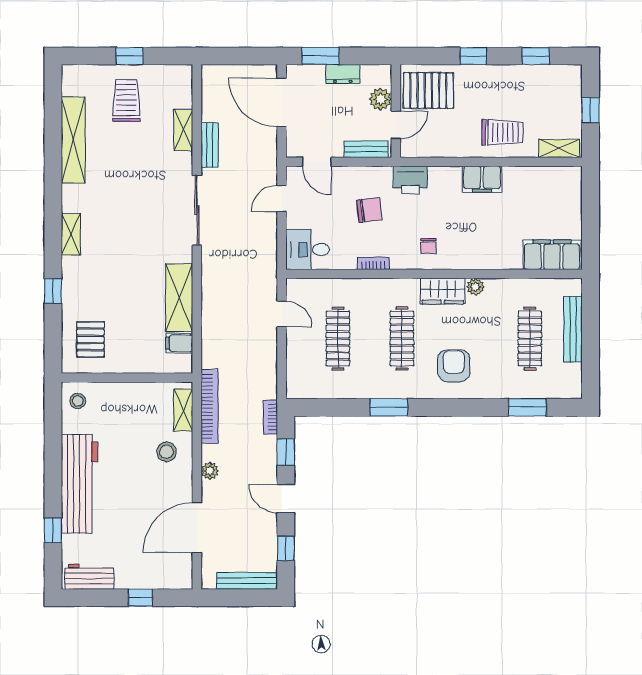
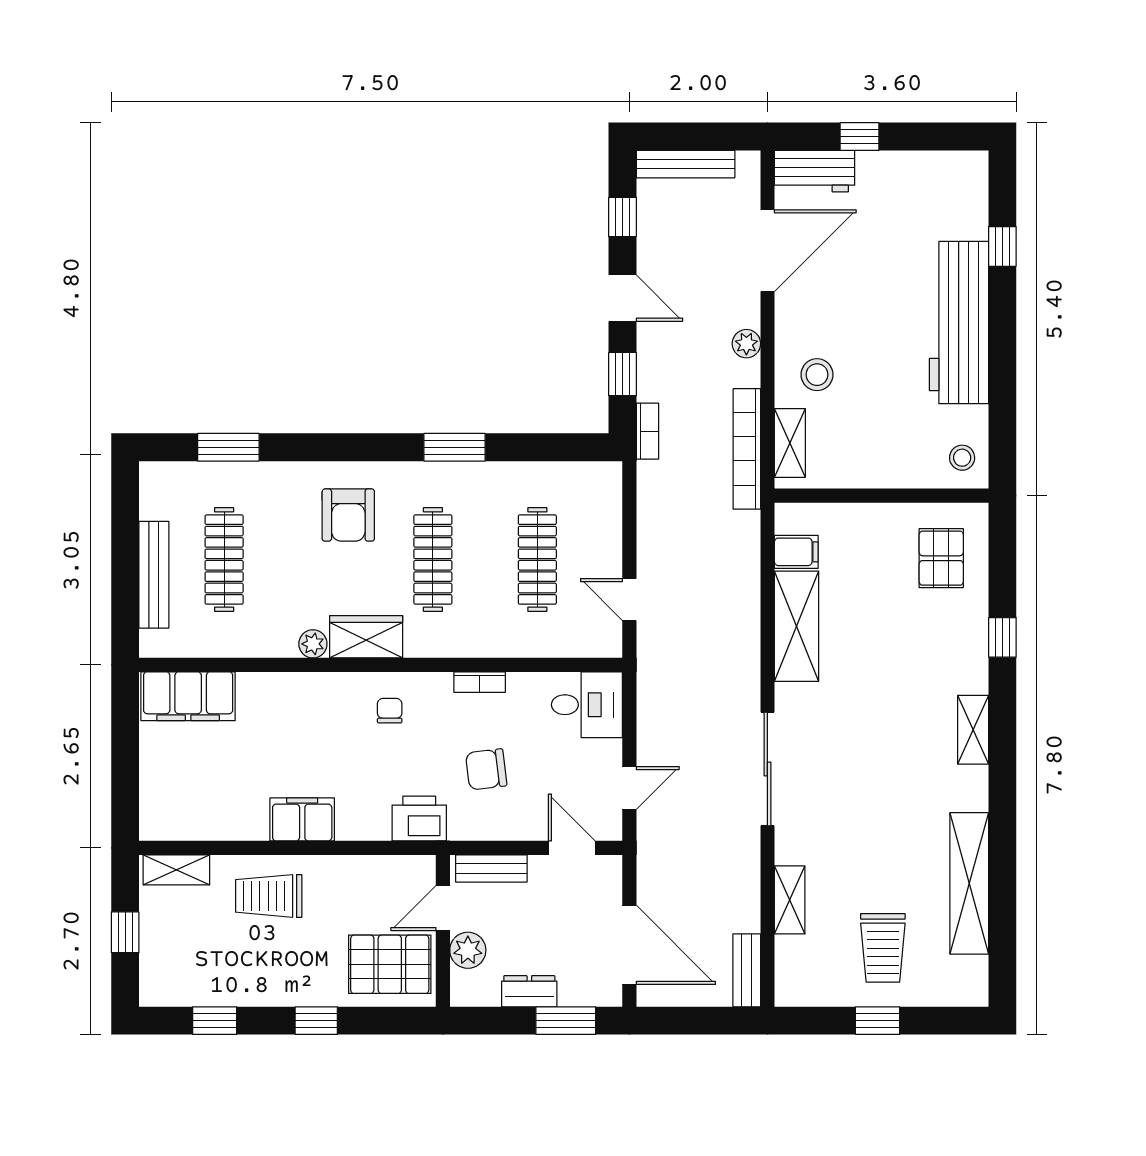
bench: (210, 145) -> (747, 970), moved
workbench: (89, 577) -> (815, 171), moved

